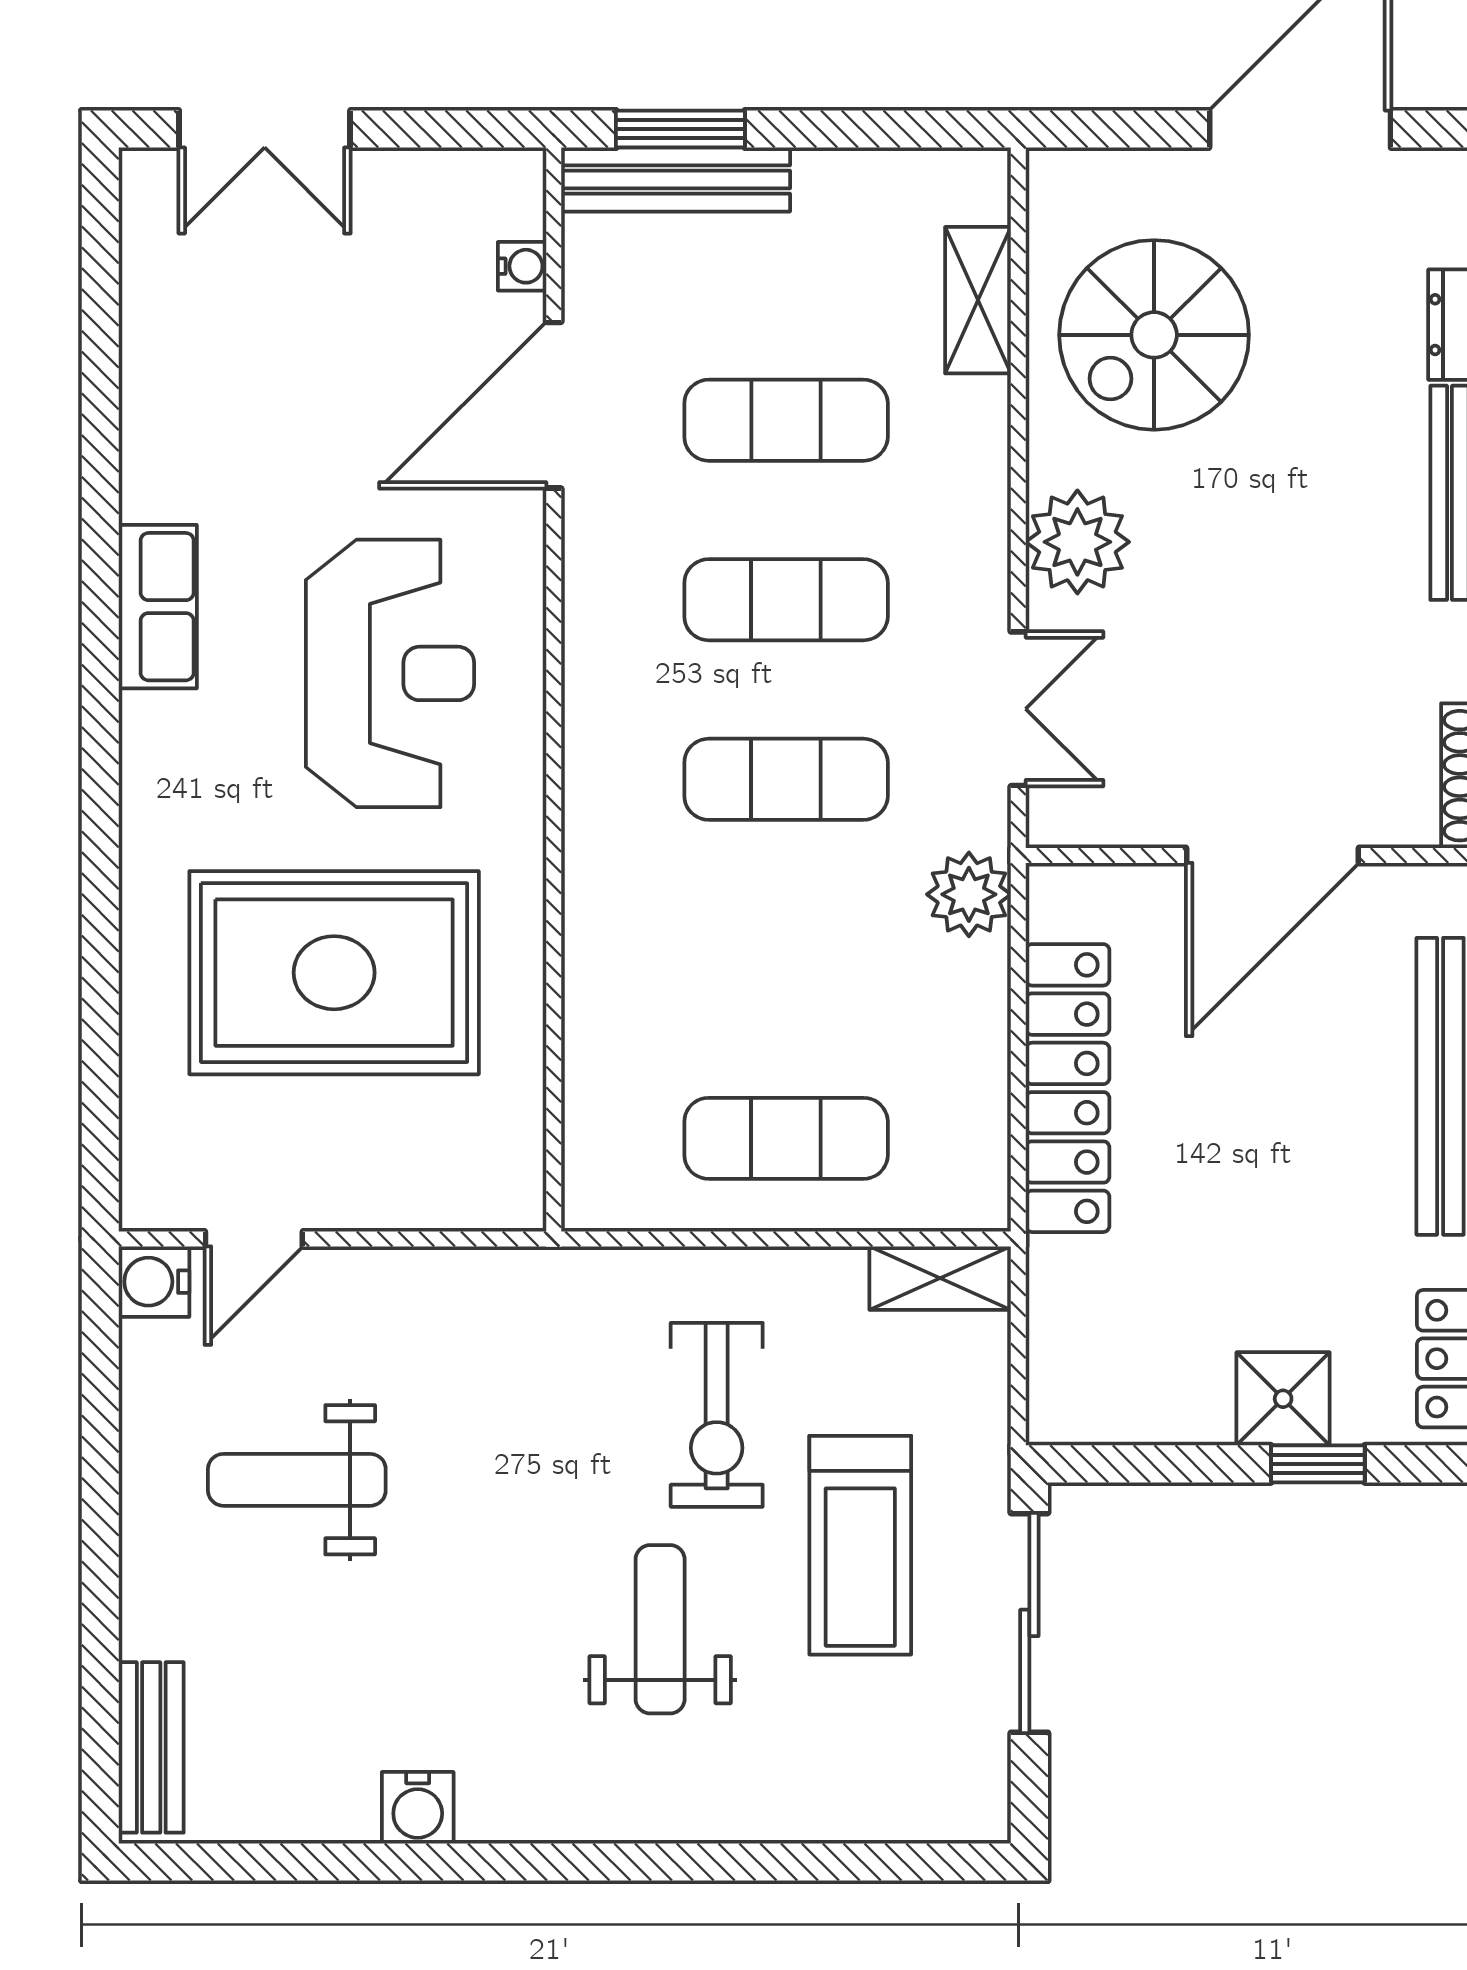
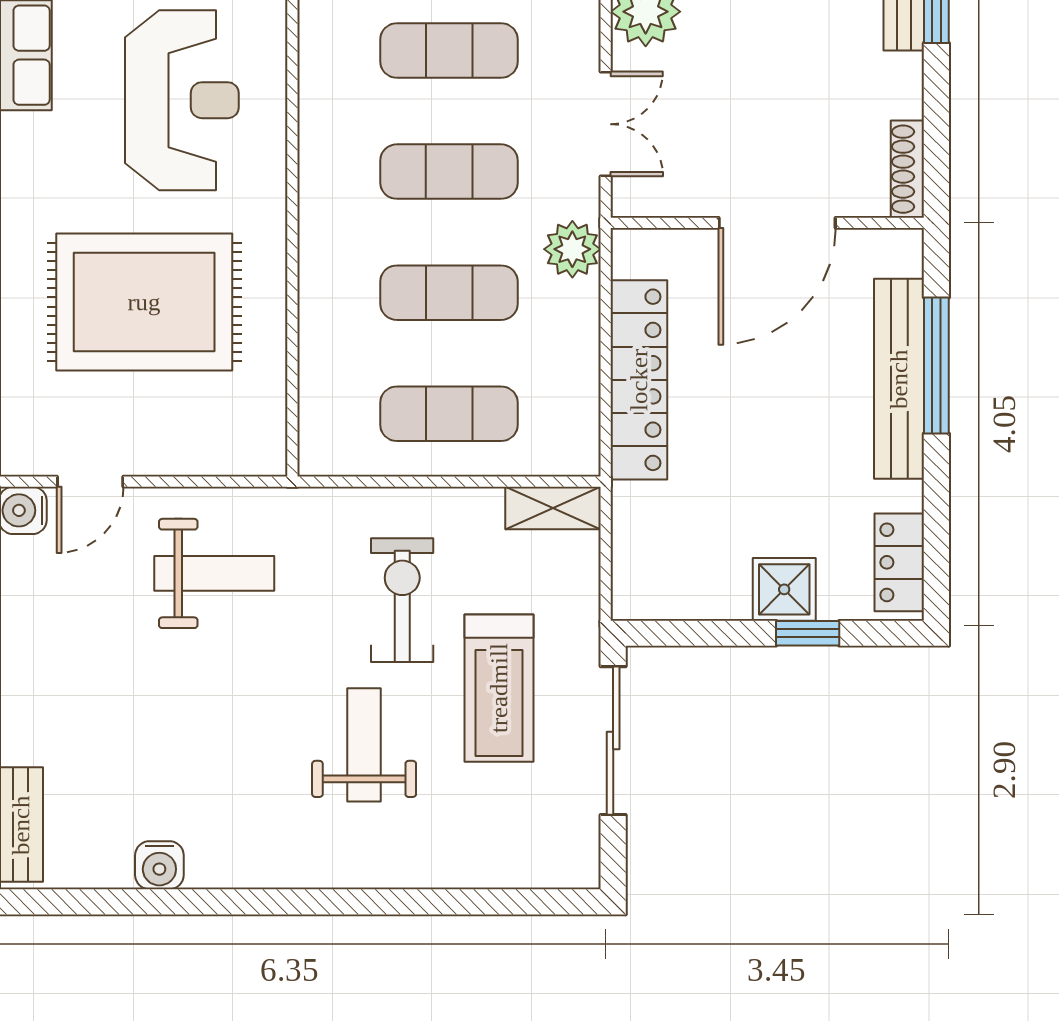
exercise mat: (786, 959) -> (449, 293), added
exercise bike: (717, 1415) -> (402, 600), turned 180
weight bench: (297, 1480) -> (214, 573), moved, turned 180
water cooler: (418, 1808) -> (159, 865), moved

